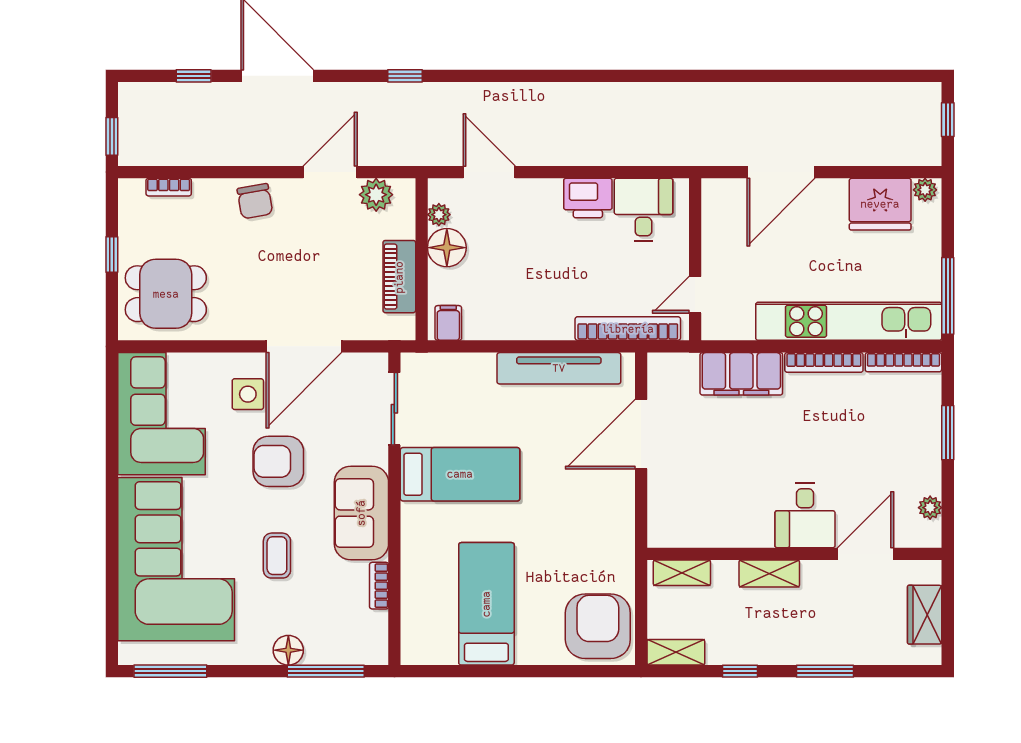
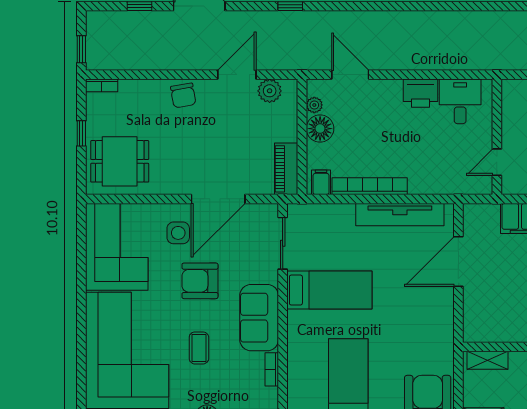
bookcase: (169, 187) -> (102, 85), moved
piano: (399, 277) -> (286, 169), moved
bookcase: (628, 329) -> (370, 186), moved

